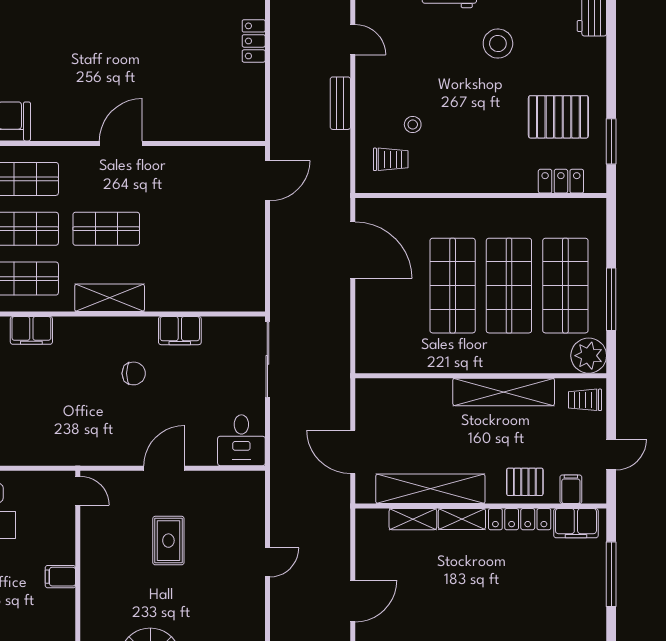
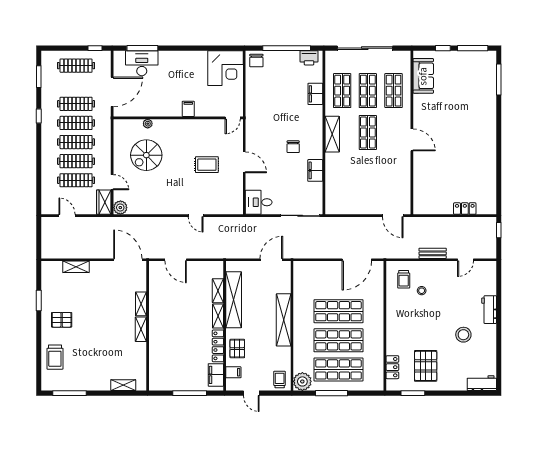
shelving: (504, 392) -> (284, 320), moved
door: (353, 452) -> (271, 260), moved

